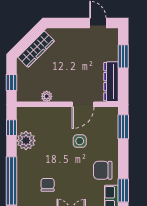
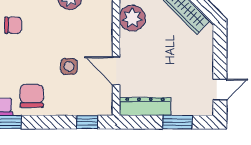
plant: (47, 96) -> (132, 18), width x1.88, depth x1.88
window: (123, 127) -> (87, 122), width x0.67

